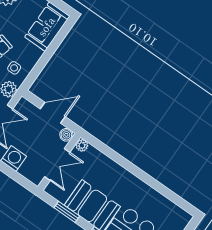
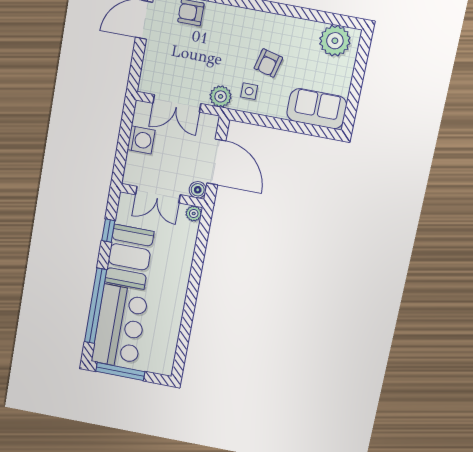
door: (53, 113) -> (216, 162), width x1.36
window: (67, 212) -> (108, 231), width x0.67

